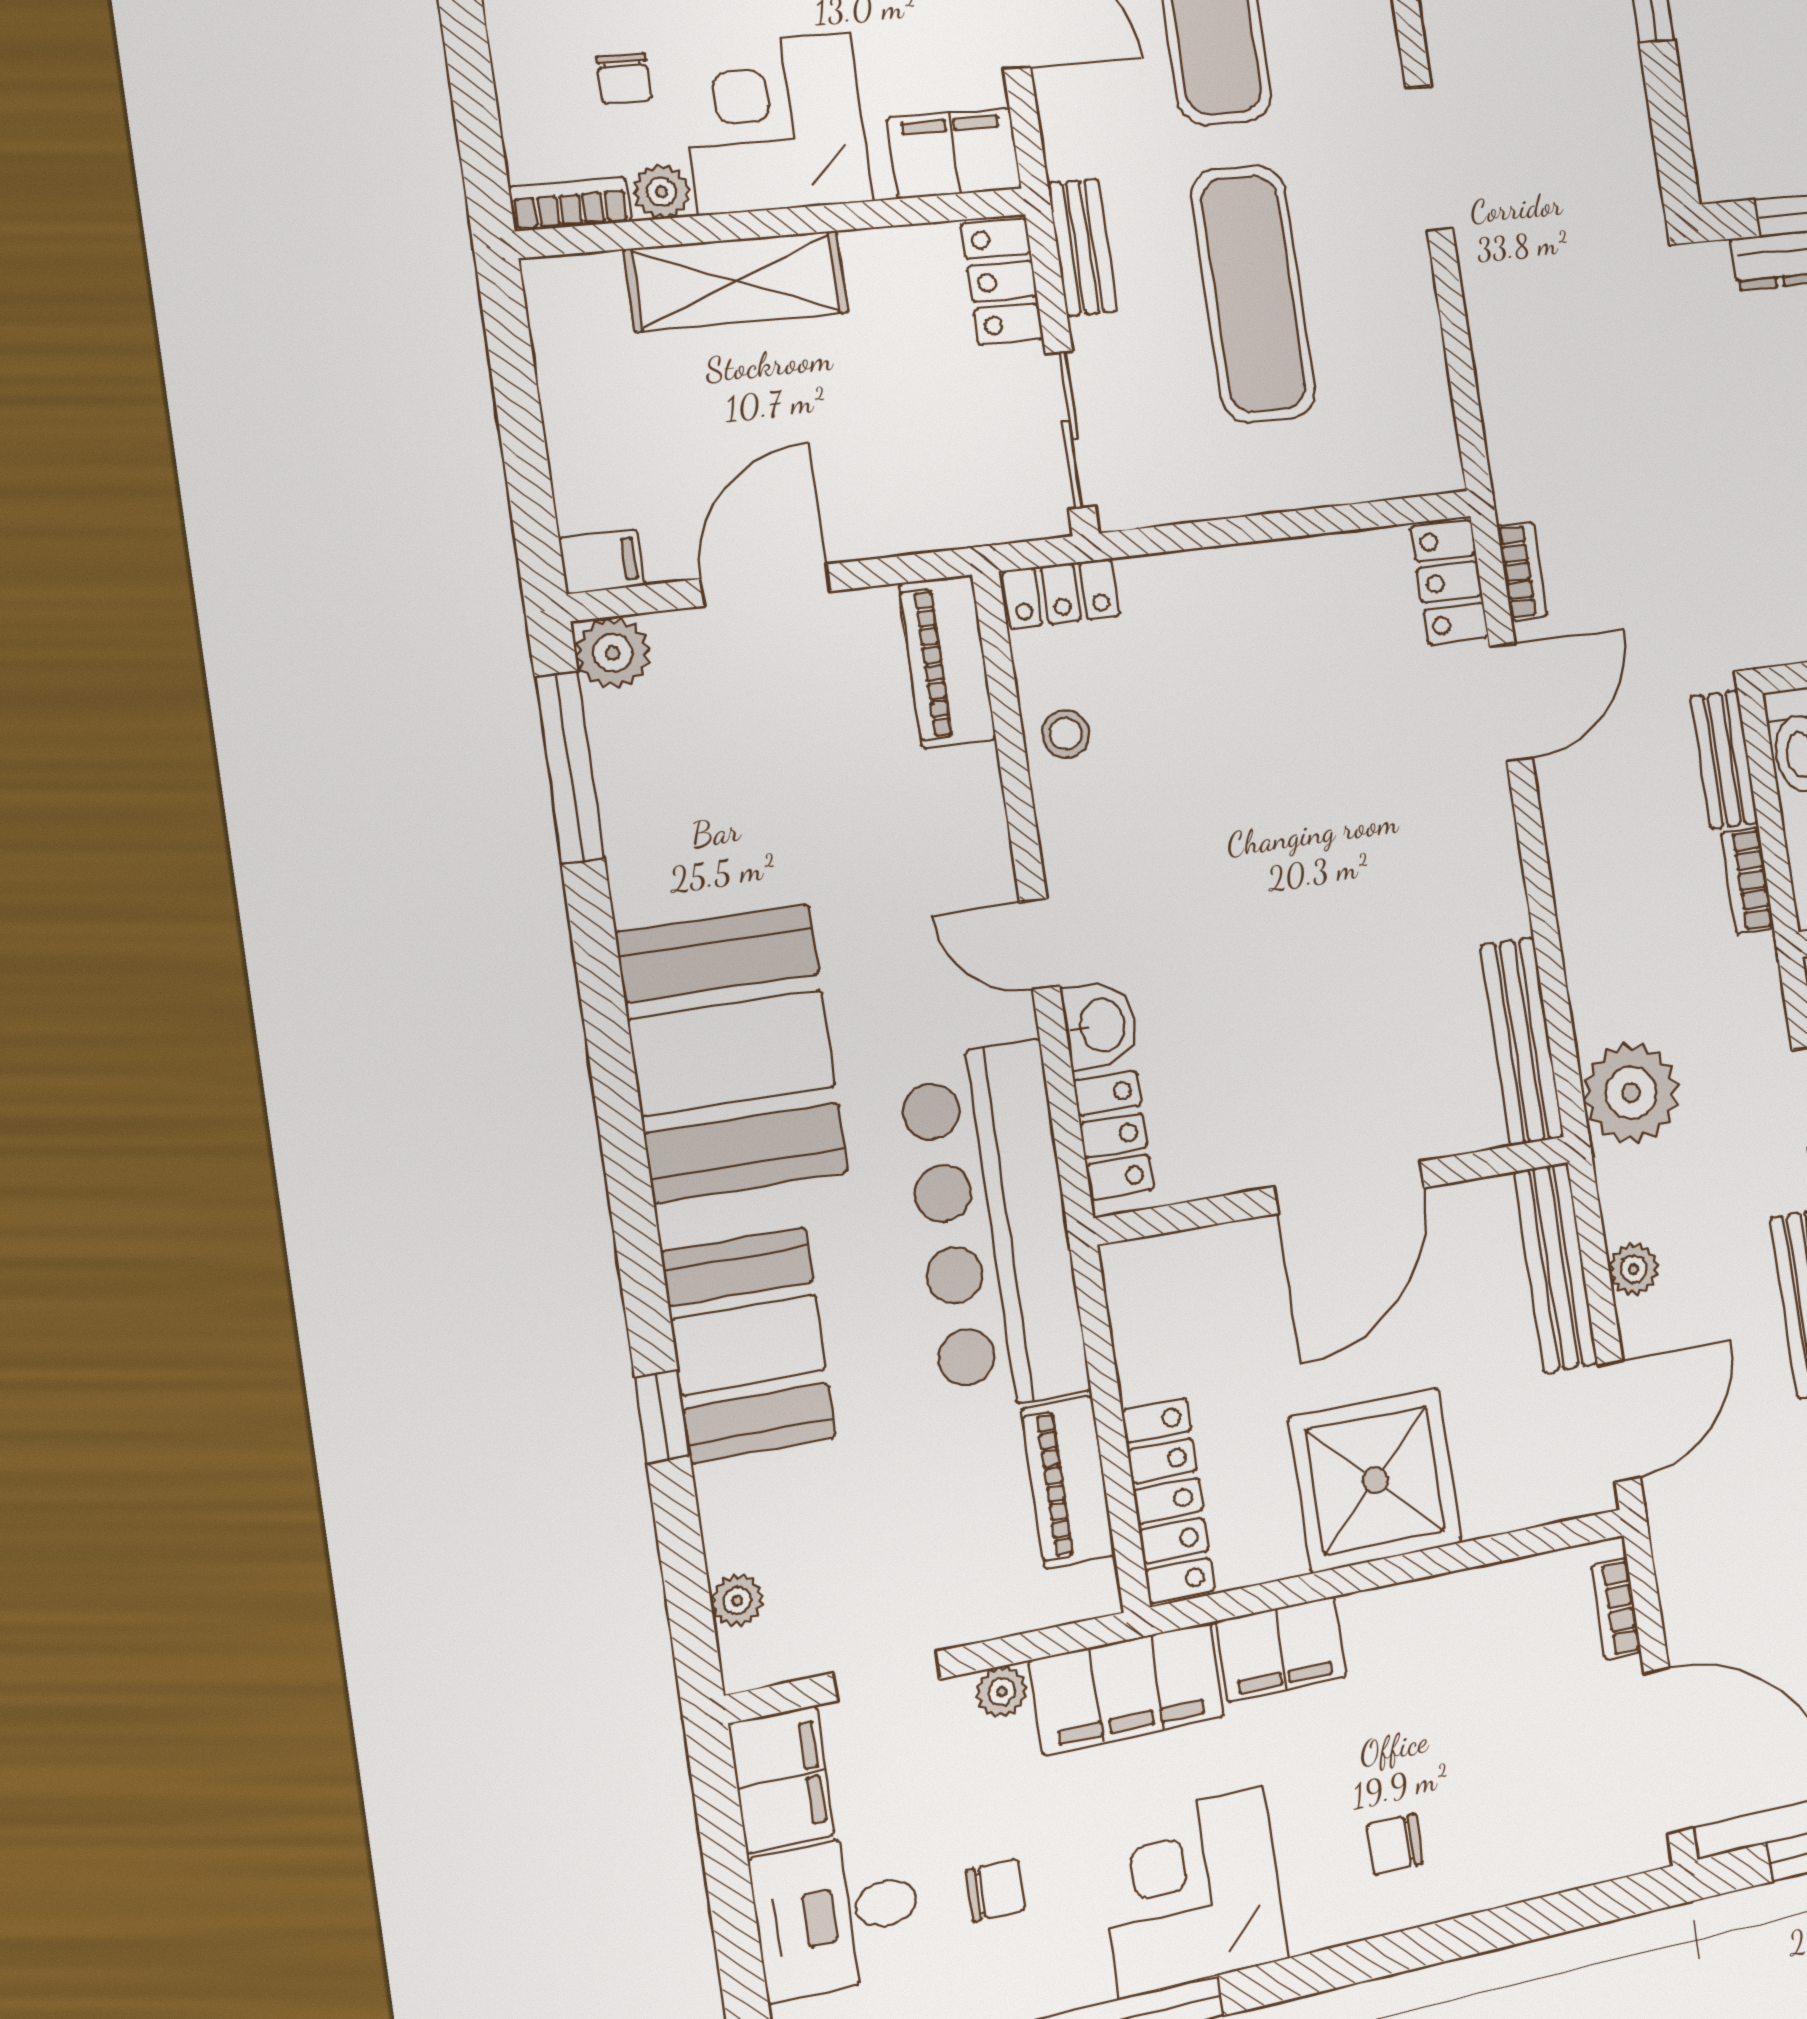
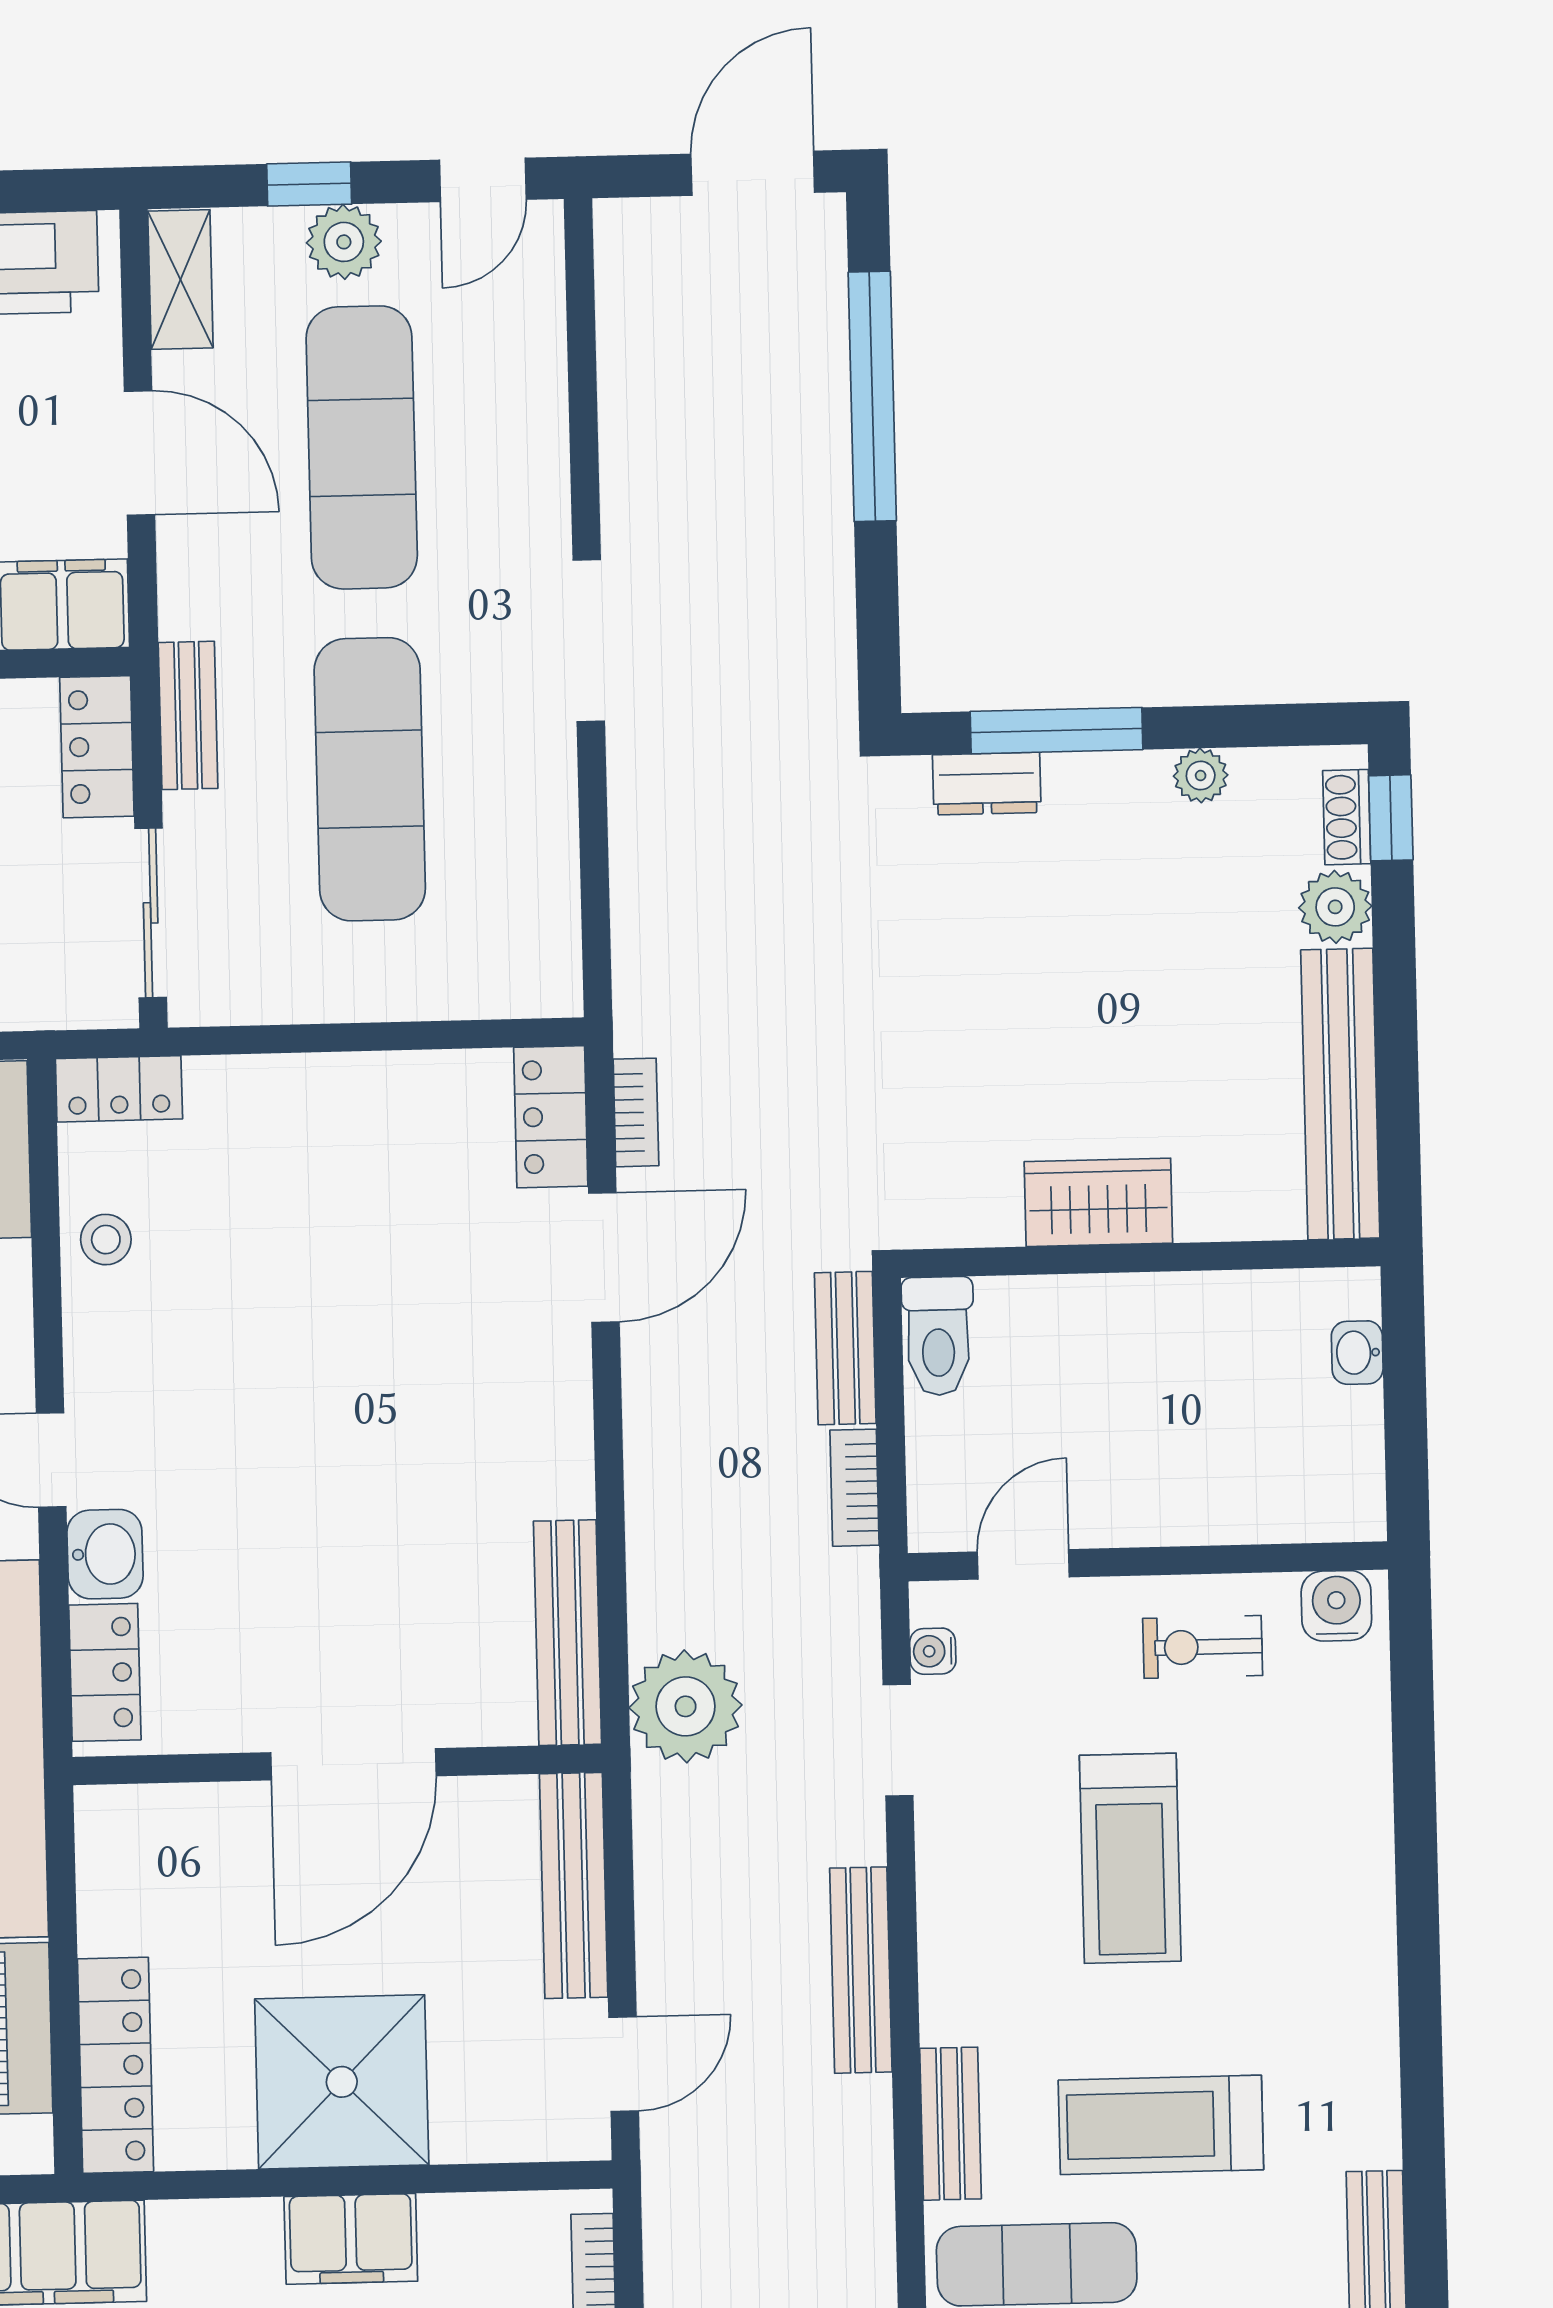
plant: (1633, 1269) -> (662, 1901), removed
door: (1619, 1421) -> (624, 2064), width x0.73
filing cabinet: (1281, 1649) -> (351, 2239), moved

